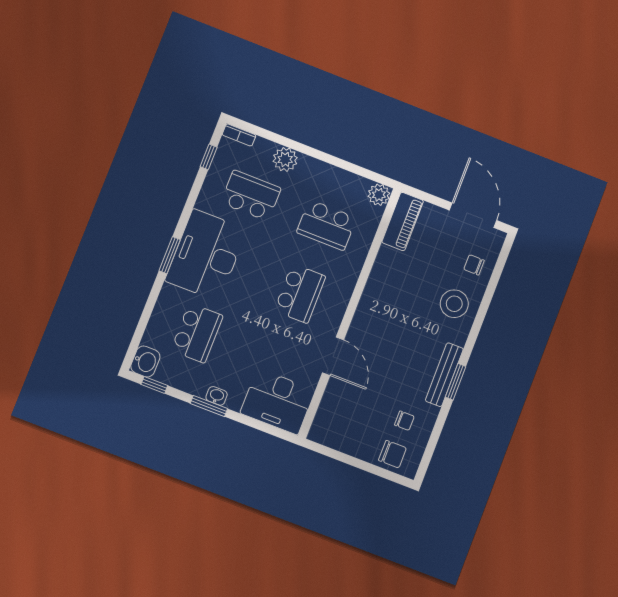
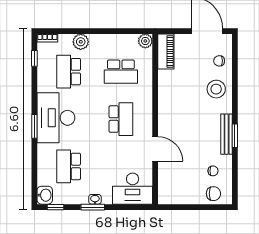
school desk: (251, 196) -> (69, 72), turned -90
school desk: (197, 333) -> (69, 166), turned 180

